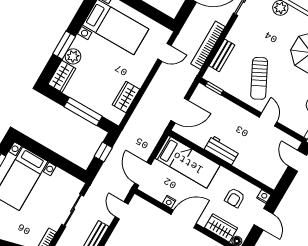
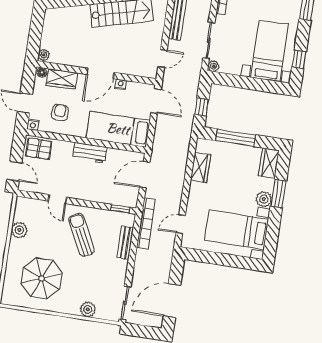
bookcase: (208, 45) -> (146, 224), moved
plant: (73, 56) -> (264, 199), moved
pallet: (267, 172) -> (39, 149), added
plant: (78, 185) -> (213, 66), added
door: (122, 210) -> (162, 58), hinge flipped

